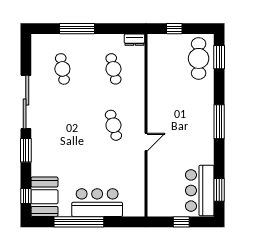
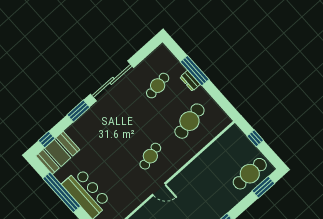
dresser: (135, 40) -> (190, 81), moved
cafe table: (113, 69) -> (189, 121), width x1.37, depth x1.35

